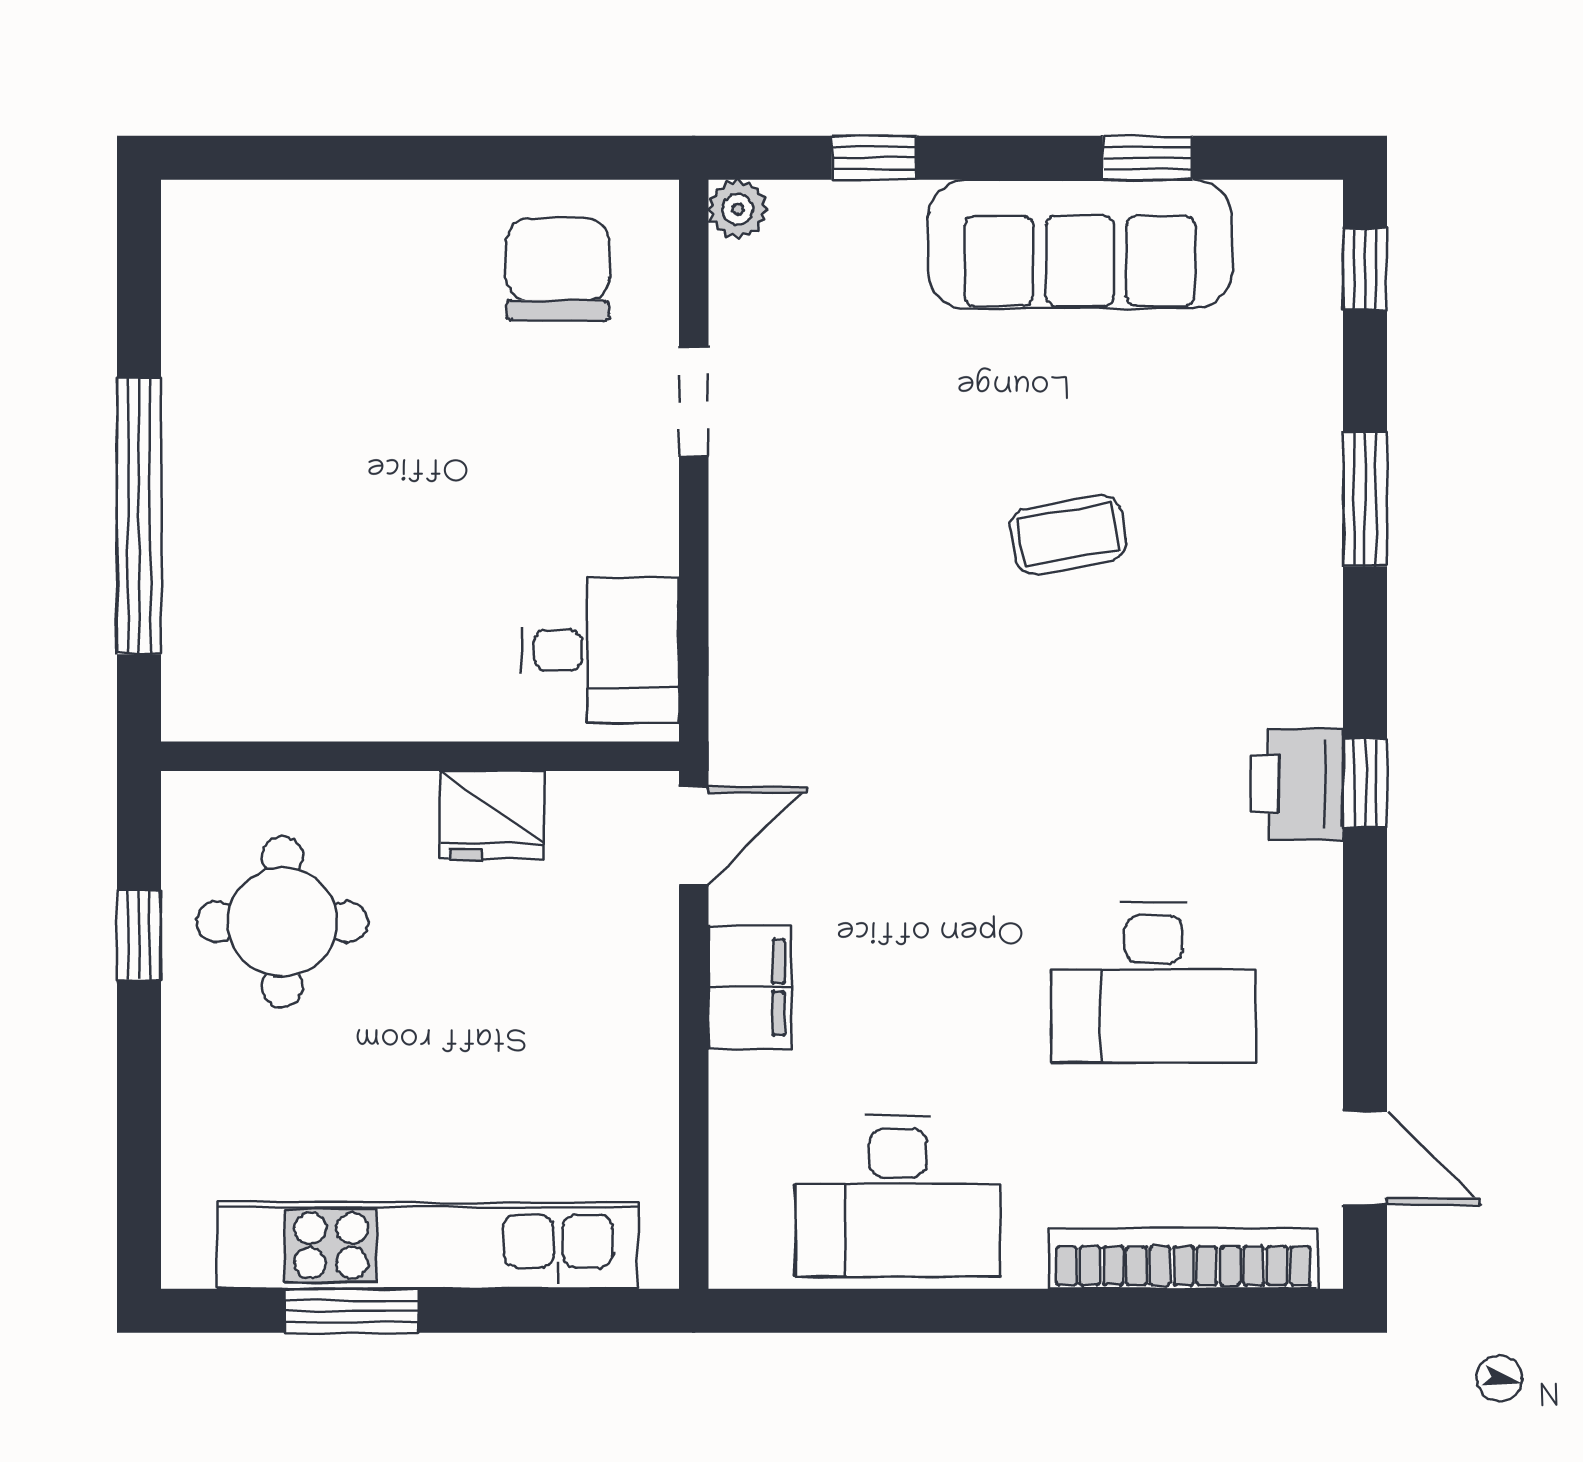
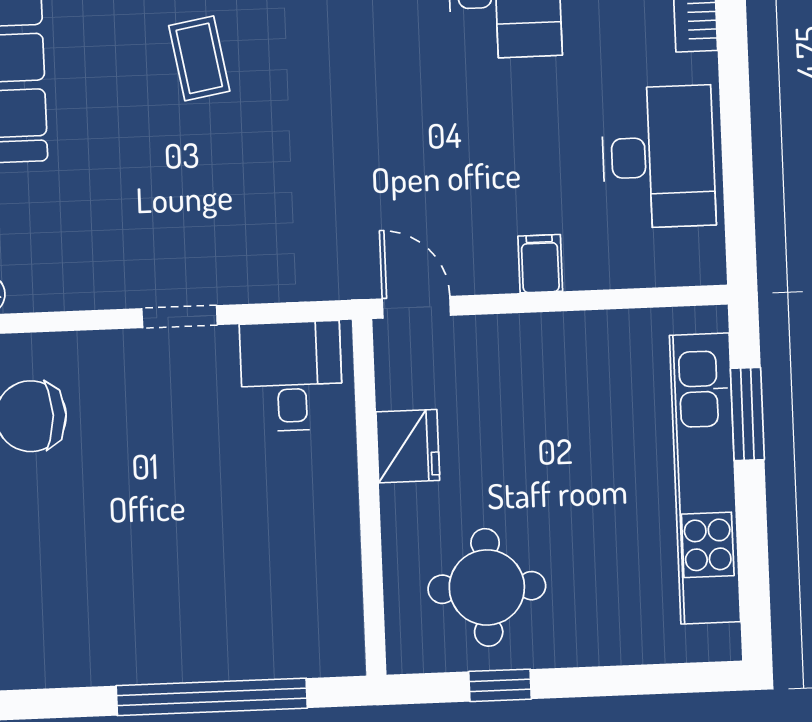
doorway: (694, 402) -> (180, 317), moved
filing cabinet: (750, 987) -> (540, 264), width x0.50
window: (352, 1311) -> (747, 414), moved

